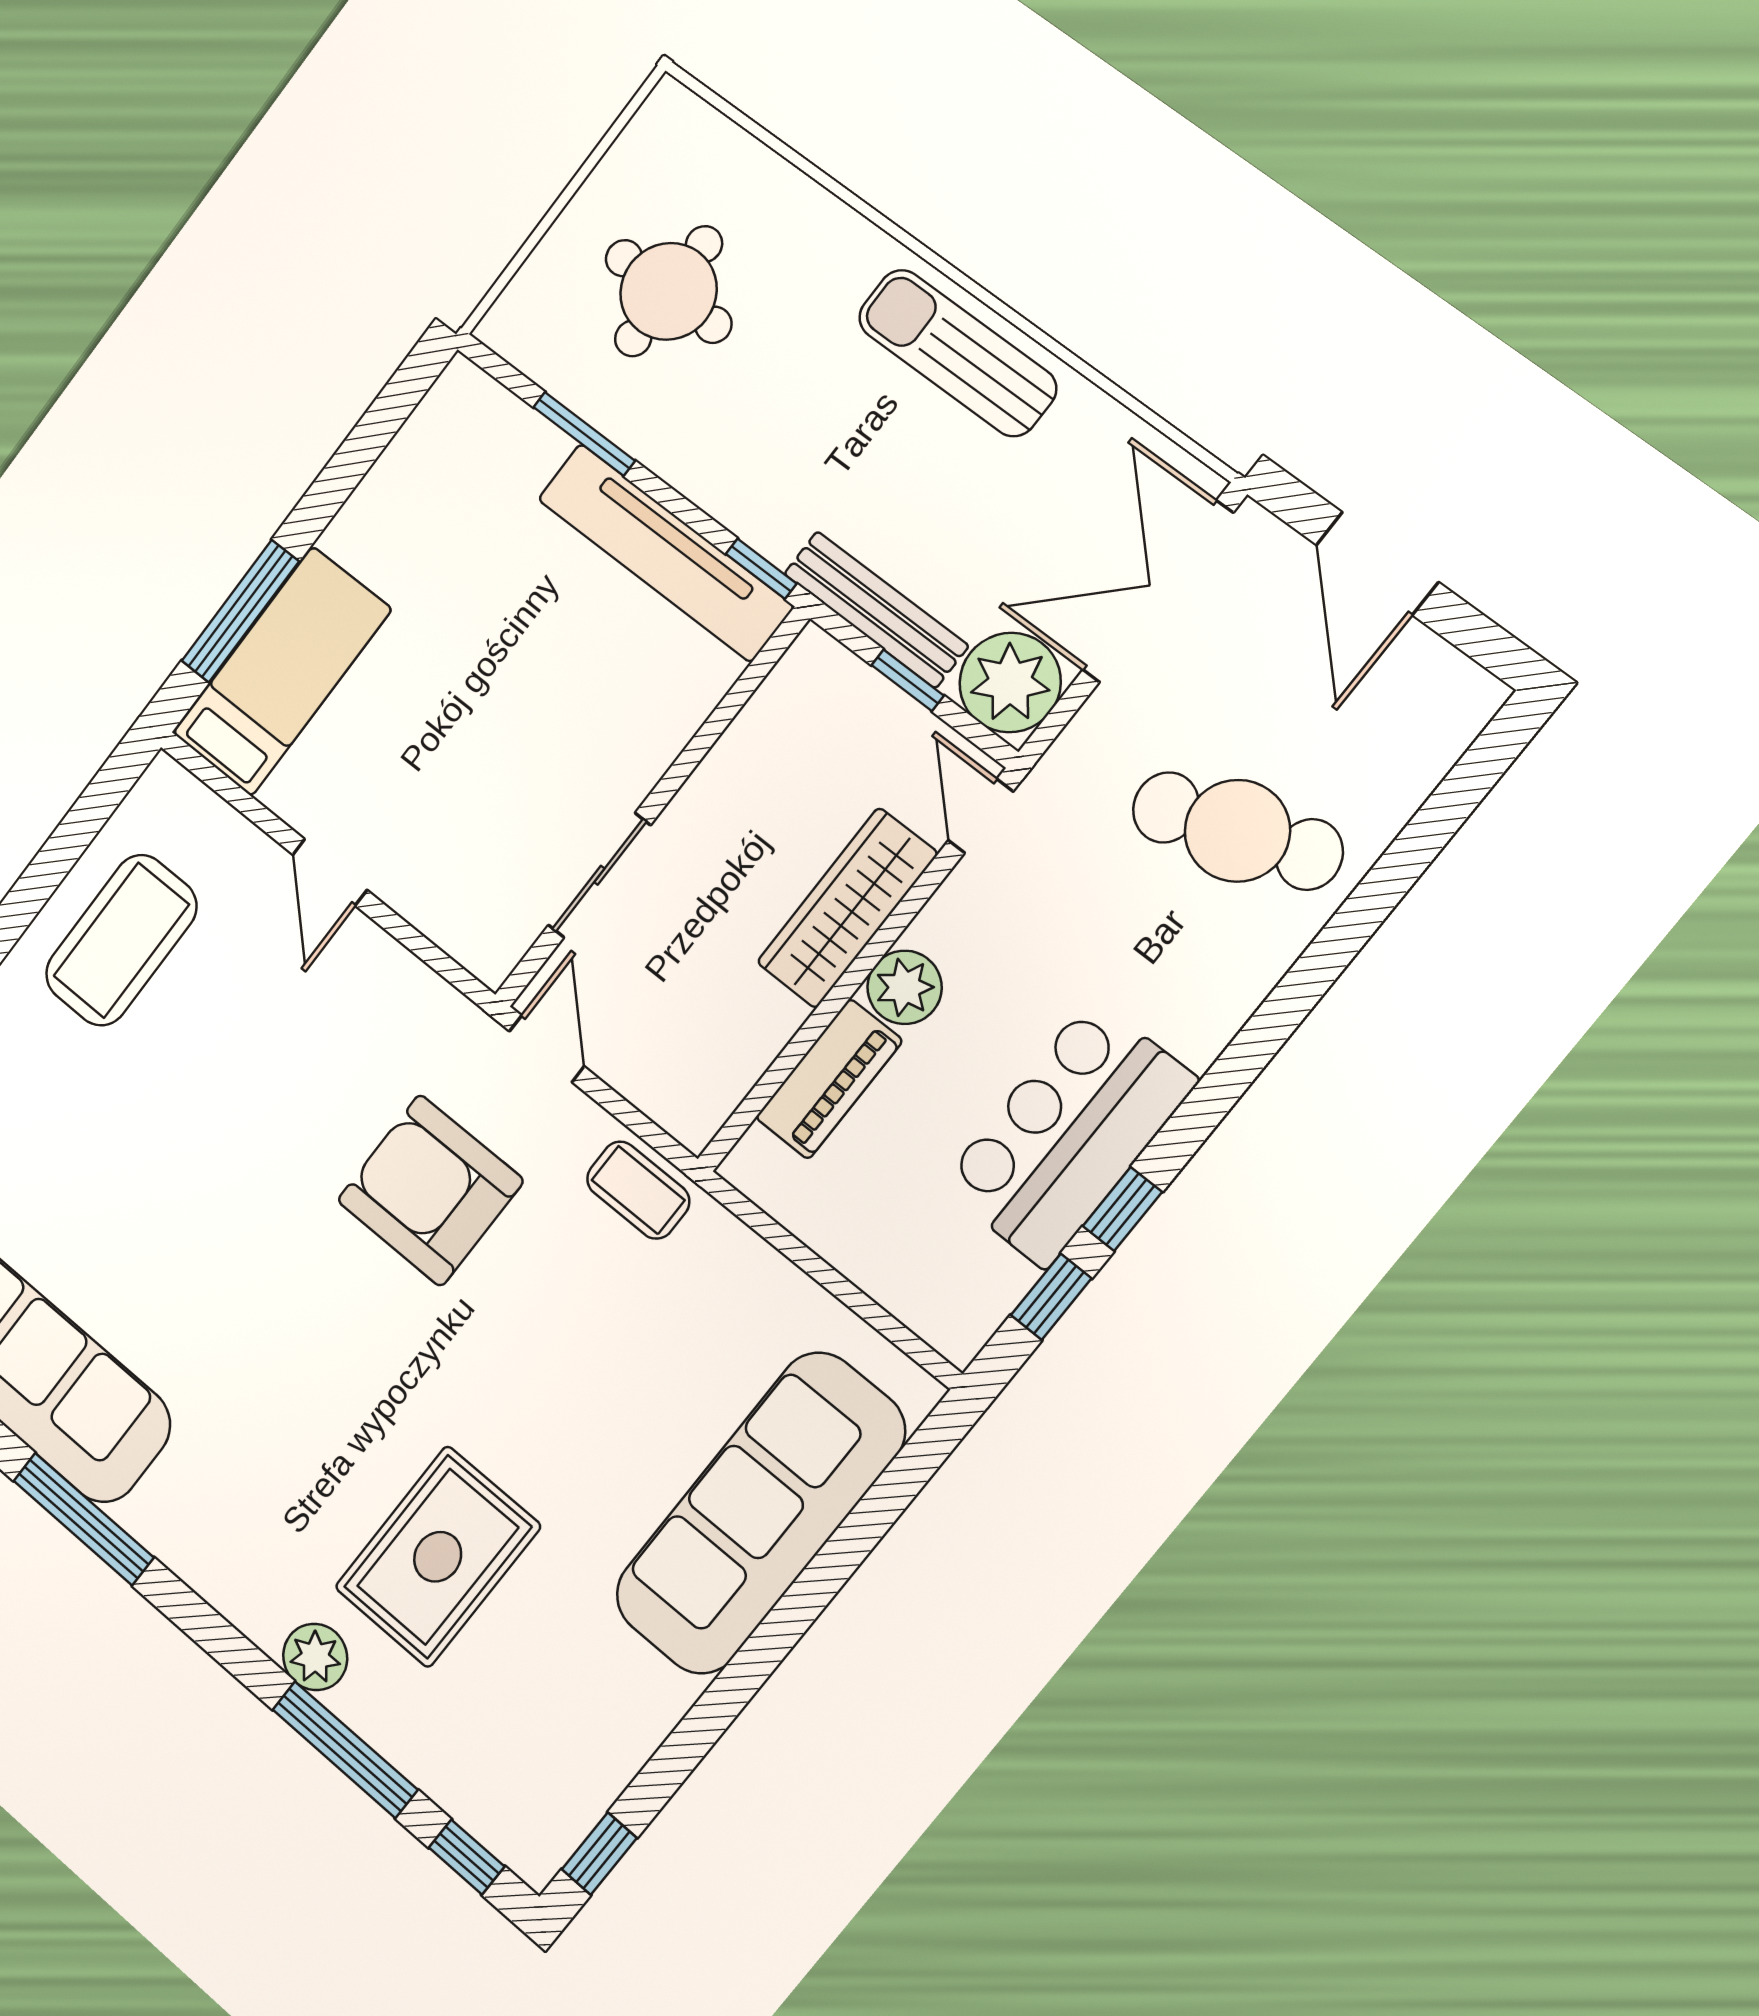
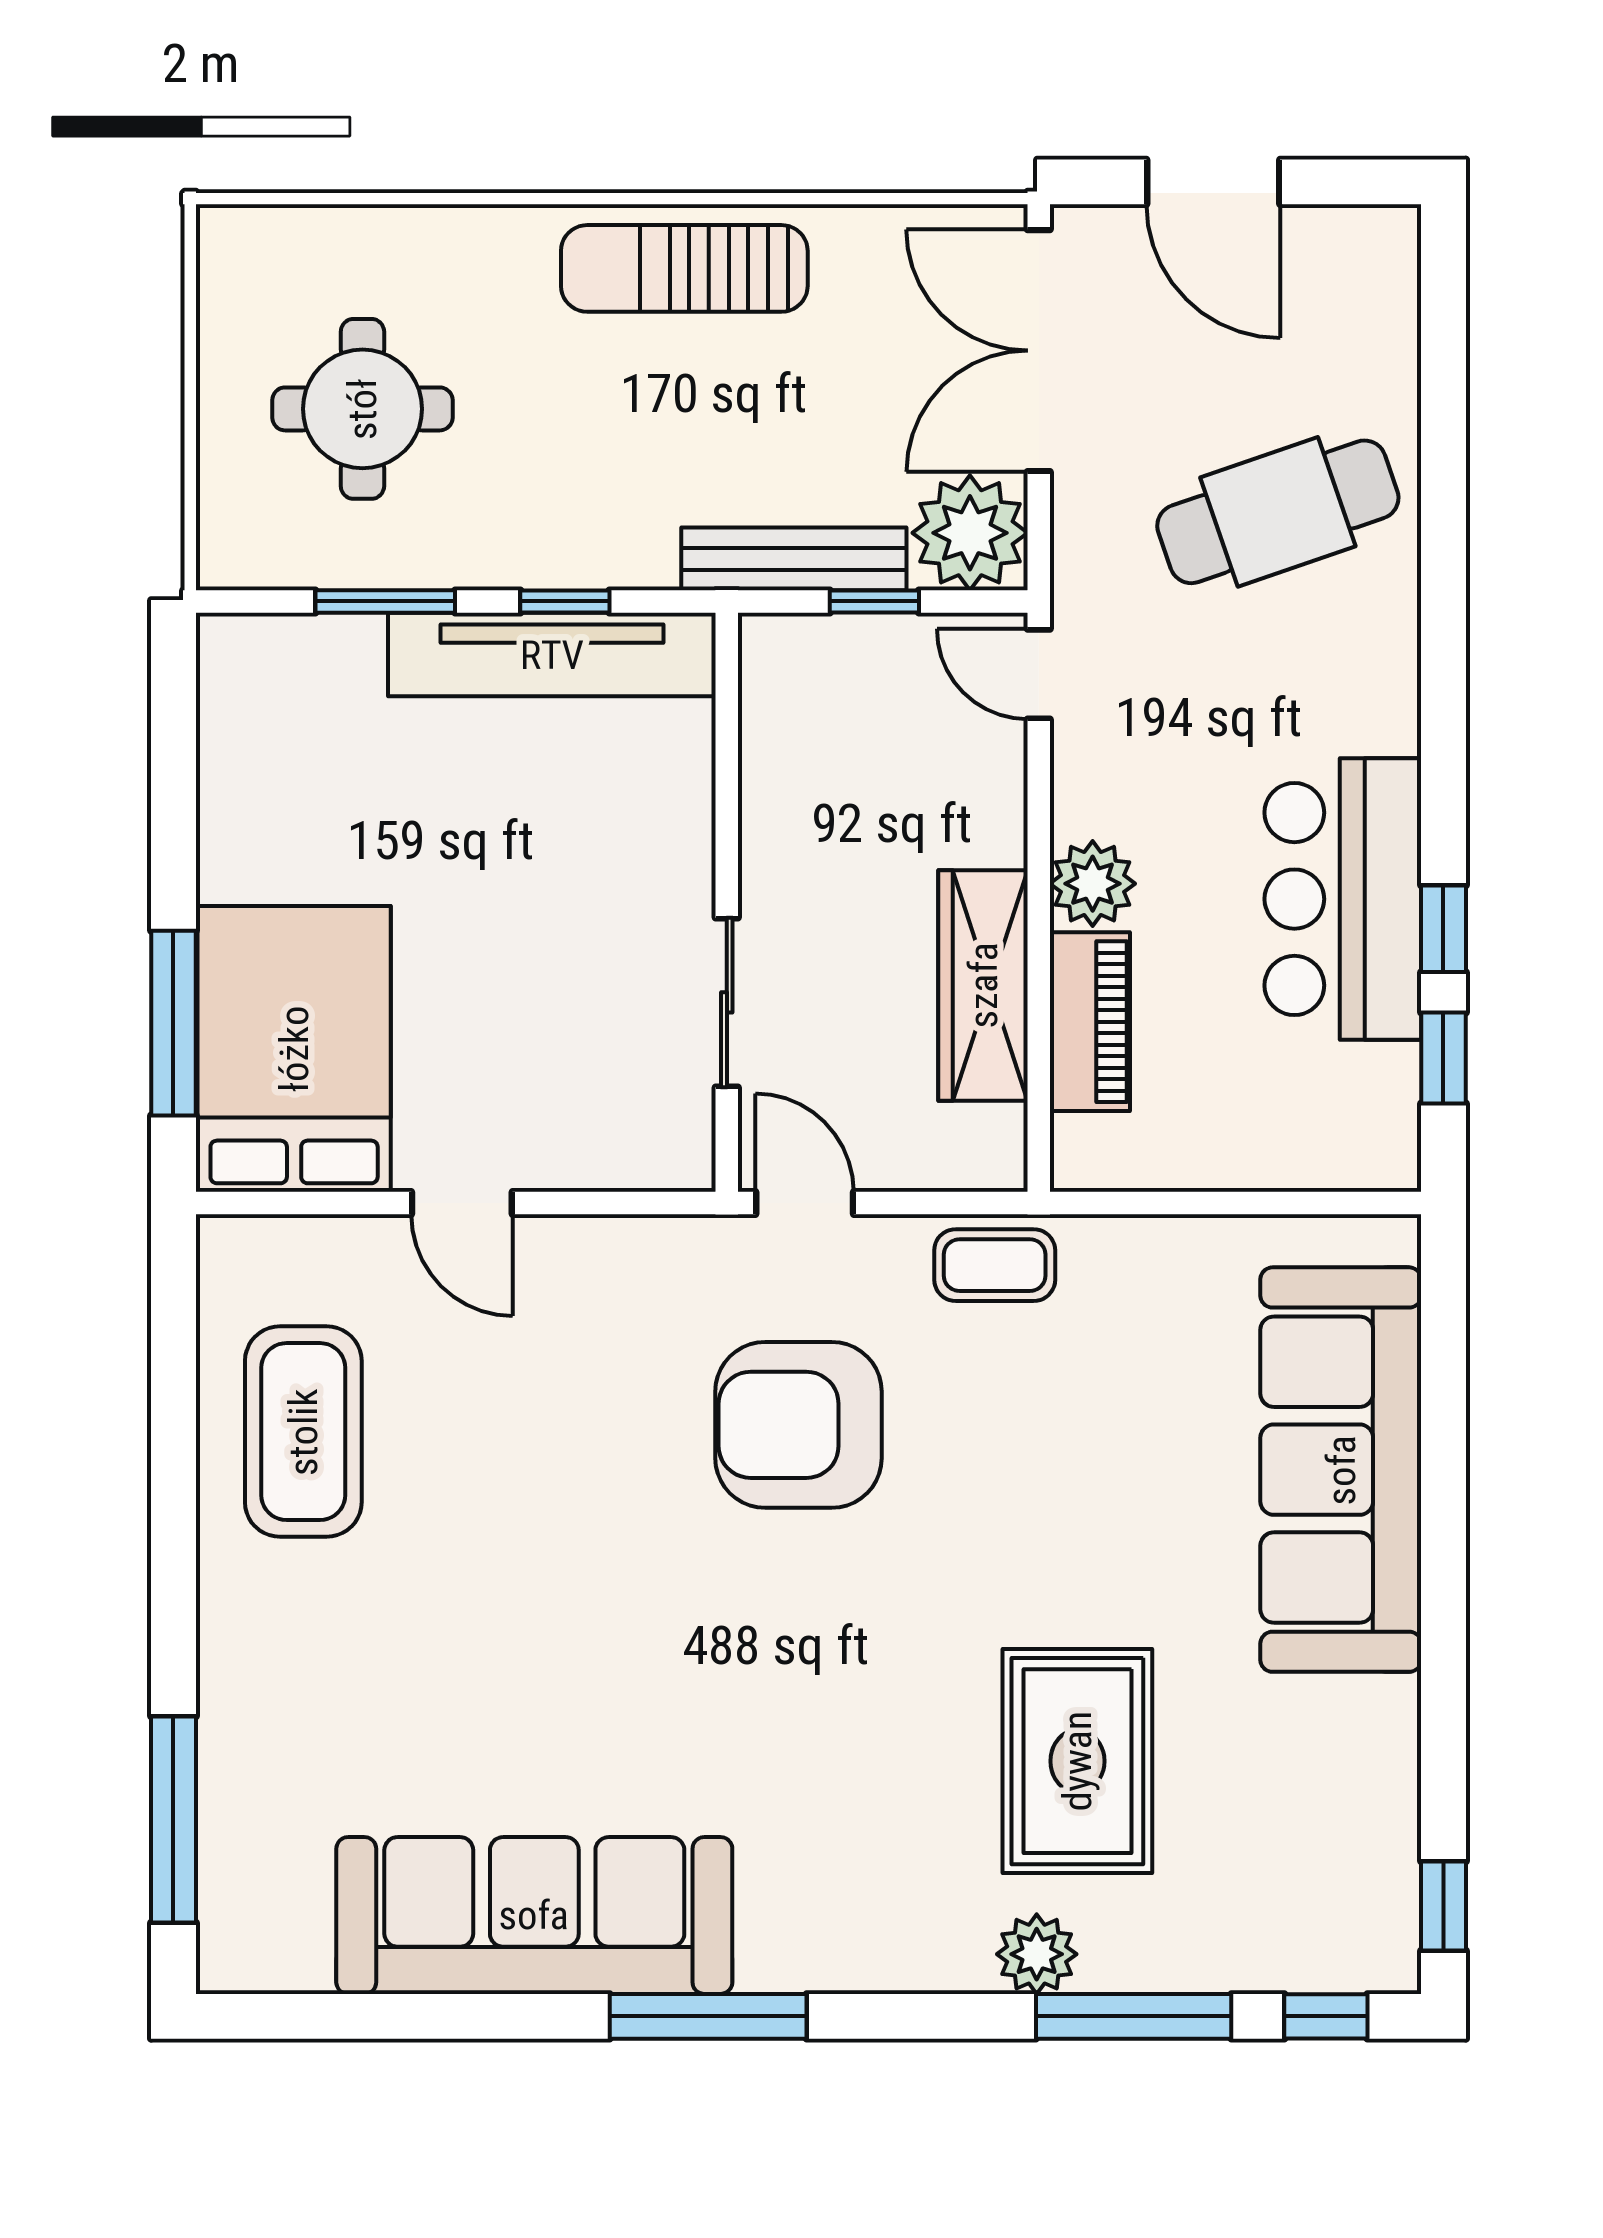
window: (761, 569) -> (565, 601), moved
bed: (282, 672) -> (294, 1049), width x1.50
wardrobe: (847, 908) -> (983, 985), moved

